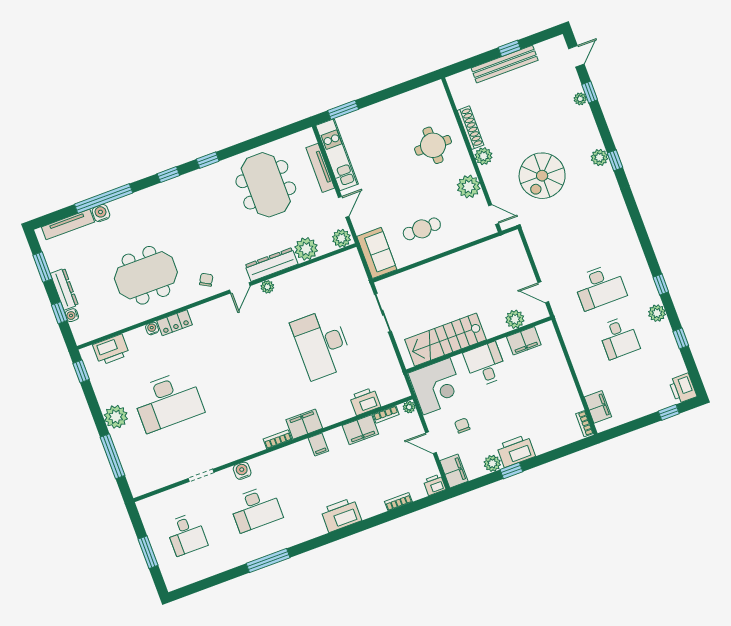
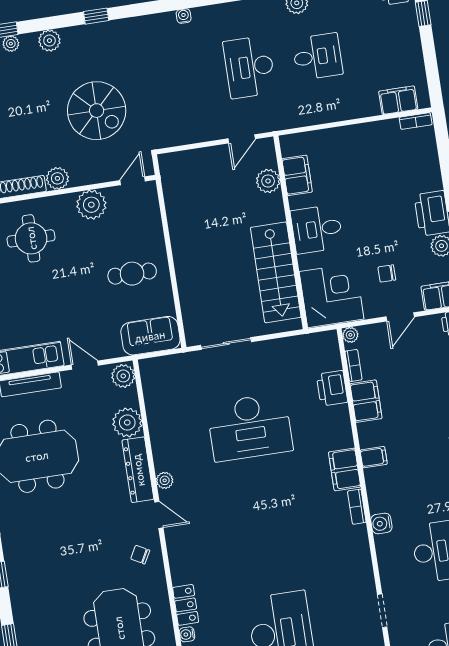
plant: (599, 158) -> (49, 41), moved
water cooler: (629, 228) -> (184, 16), added
cafe table: (422, 229) -> (132, 274), turned 90
desk: (600, 287) -> (249, 67), turned 180
water cooler: (242, 471) -> (381, 523), moved

